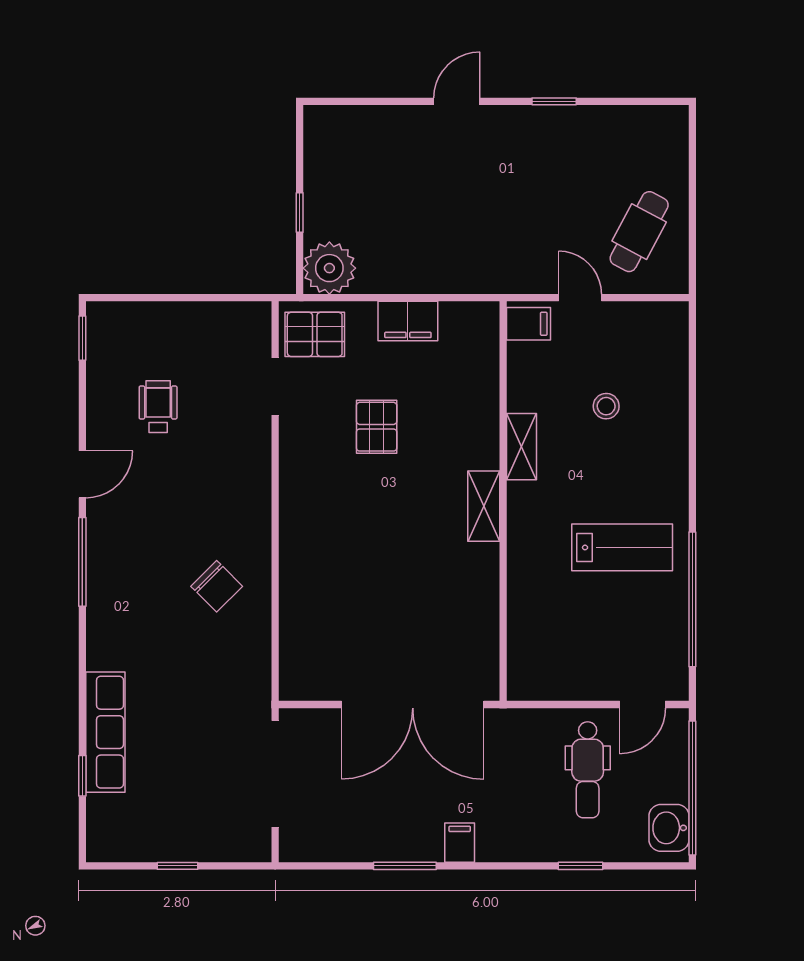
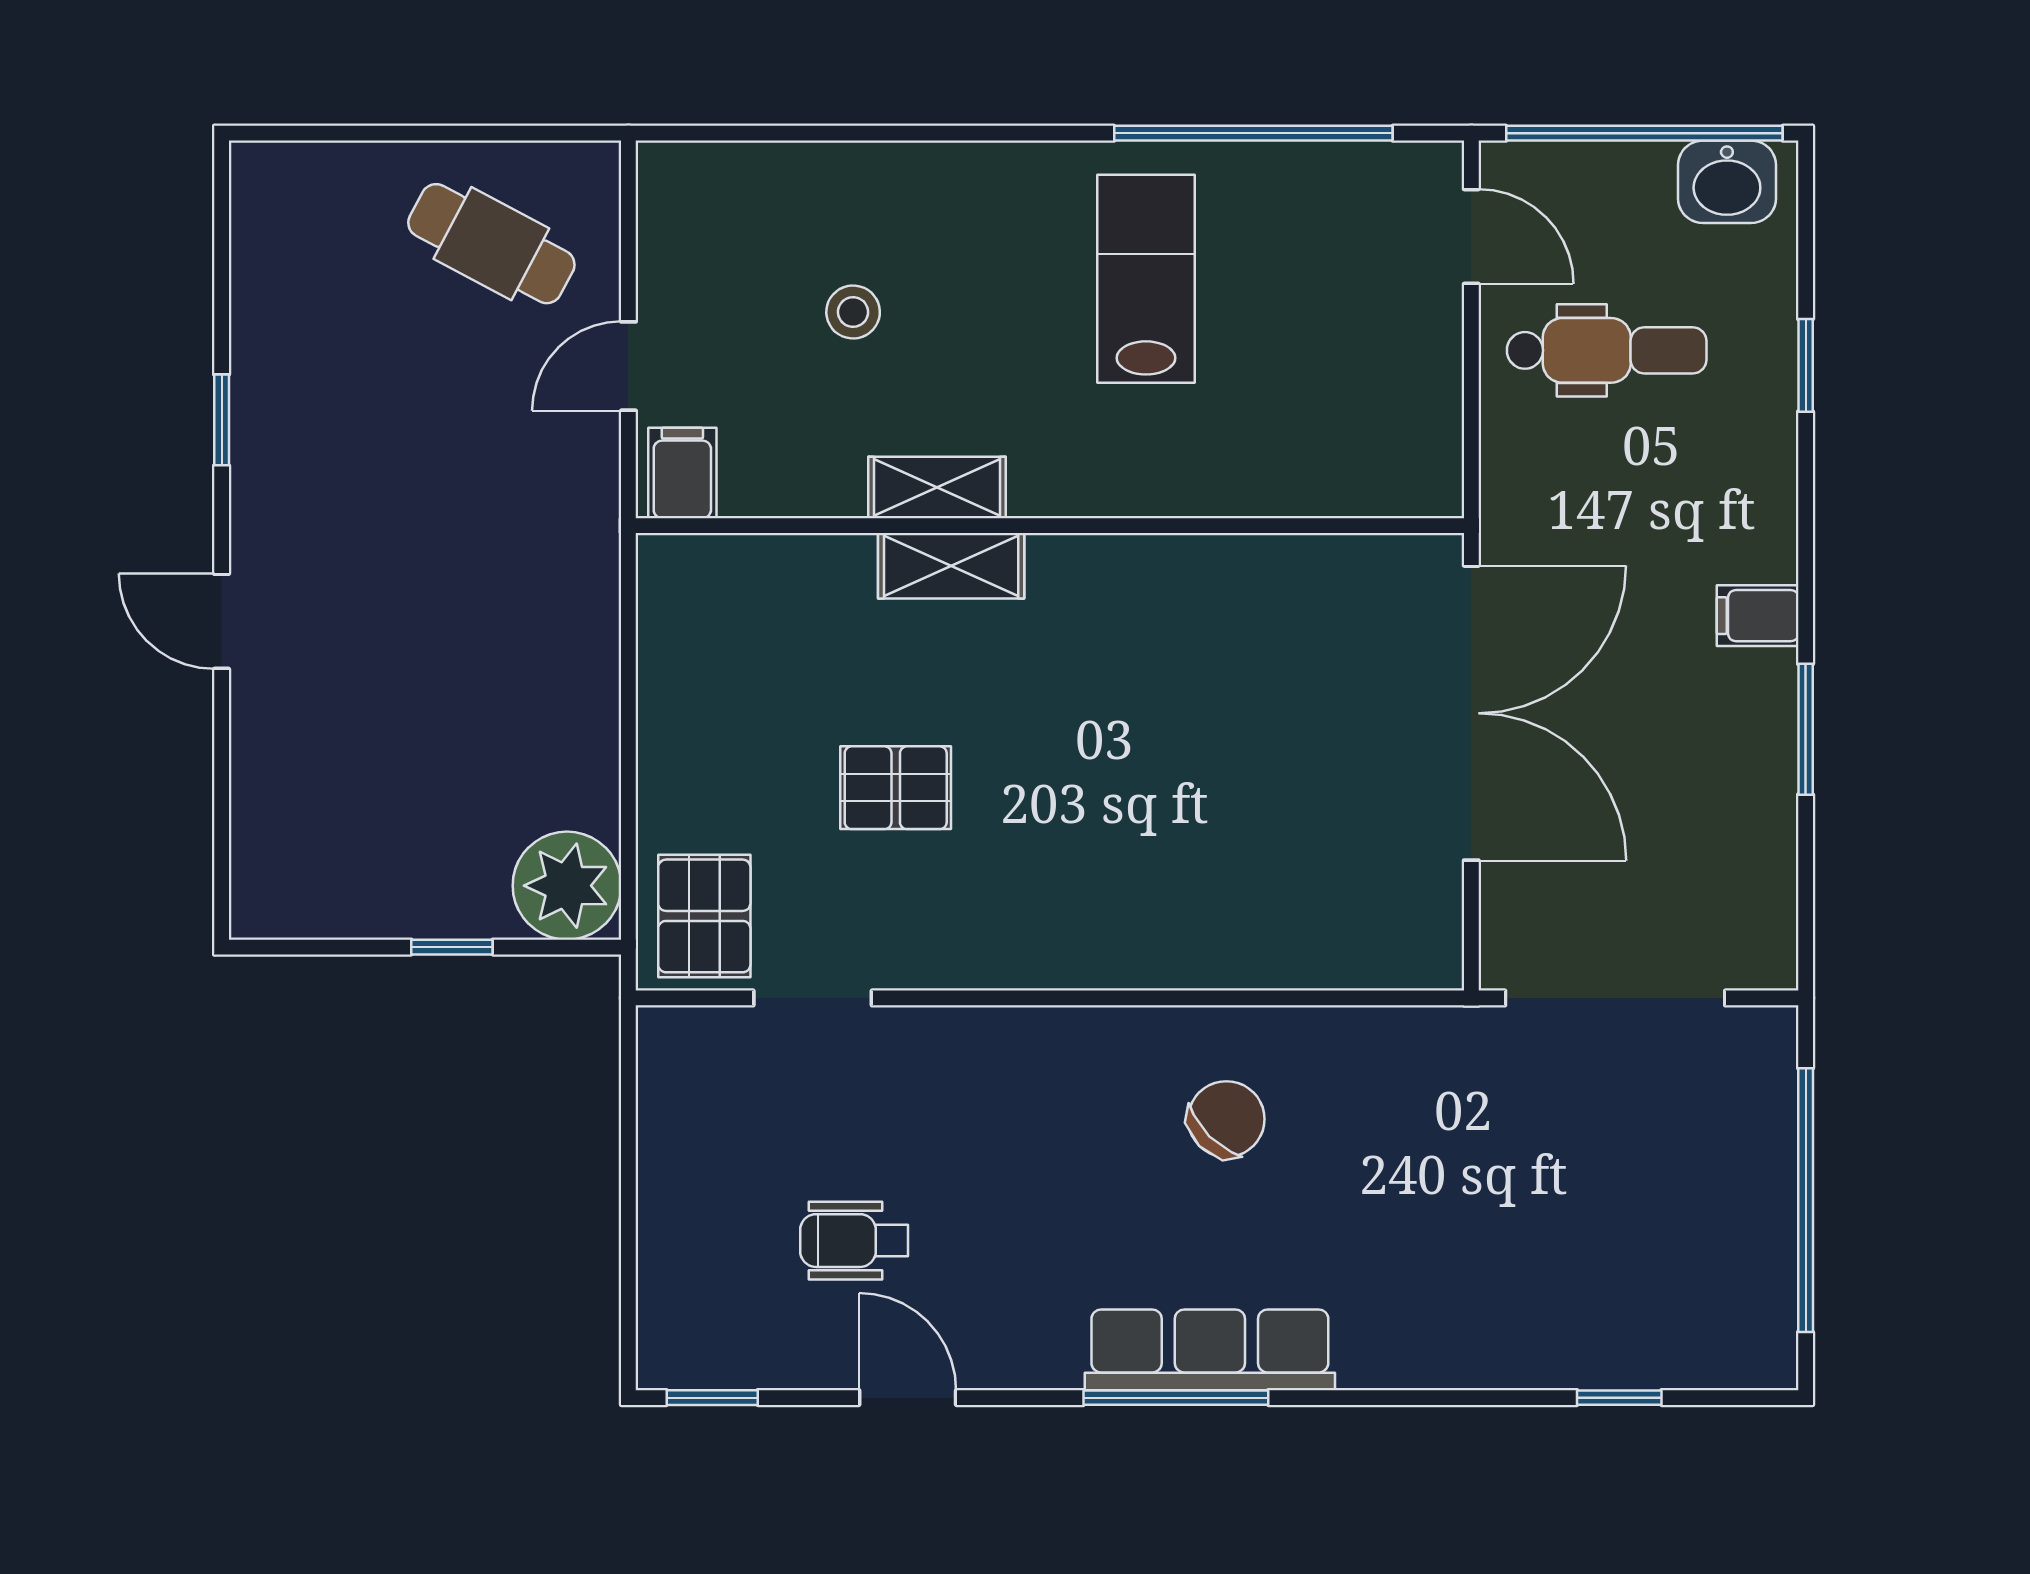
filing cabinet: (408, 321) -> (677, 723), removed
door: (82, 474) -> (908, 1398), moved
shelving: (484, 506) -> (951, 566), moved
row of seats: (105, 732) -> (1210, 1350), moved
window: (178, 866) -> (1806, 1200), width x3.17

